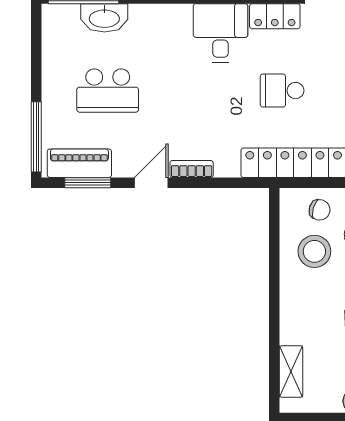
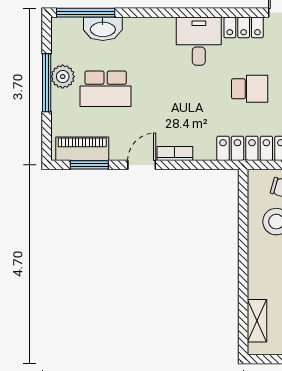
plant: (56, 76) -> (63, 77), added
school desk: (282, 91) -> (250, 89), turned 180
window: (36, 137) -> (47, 83), moved

